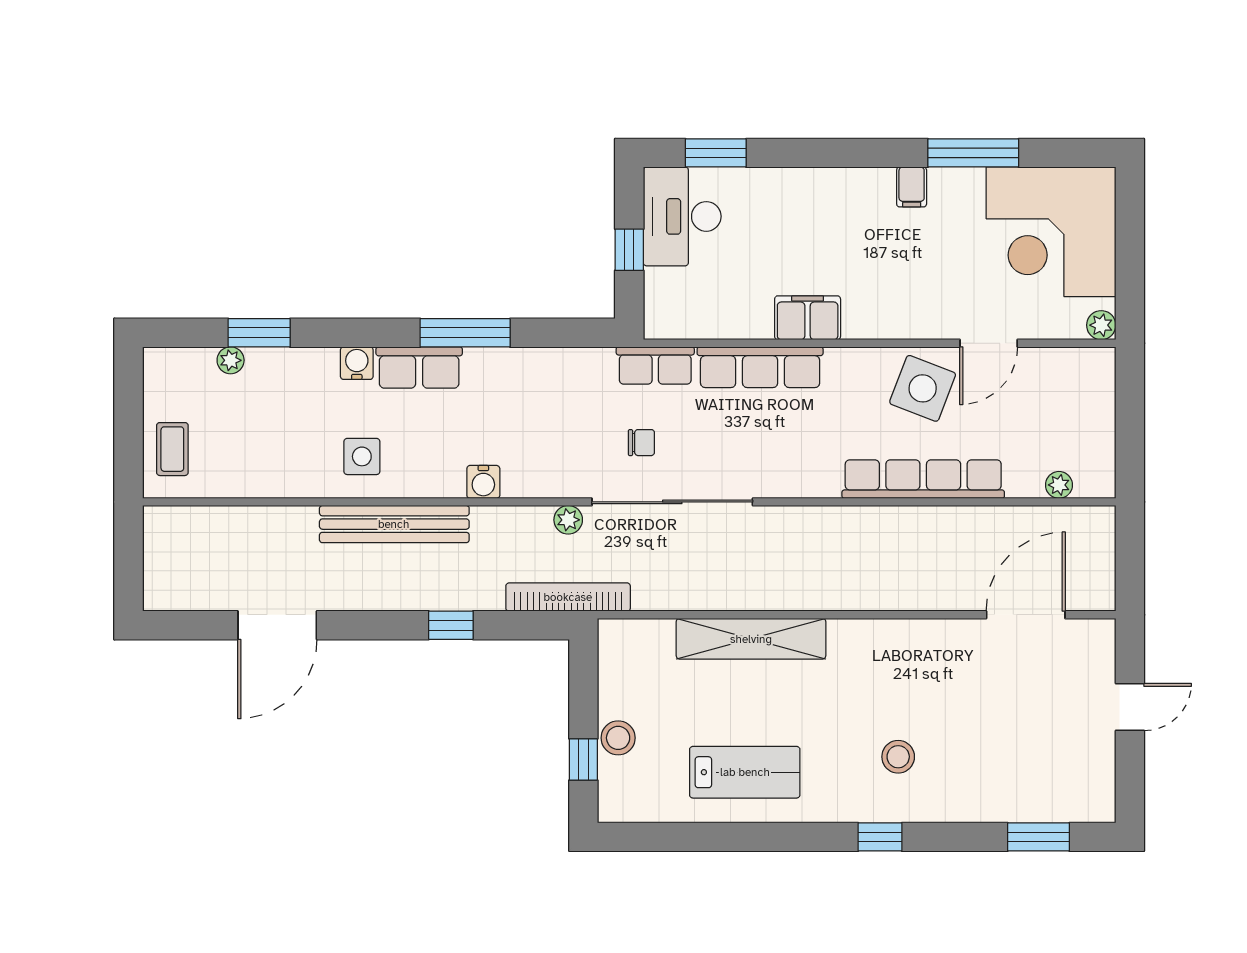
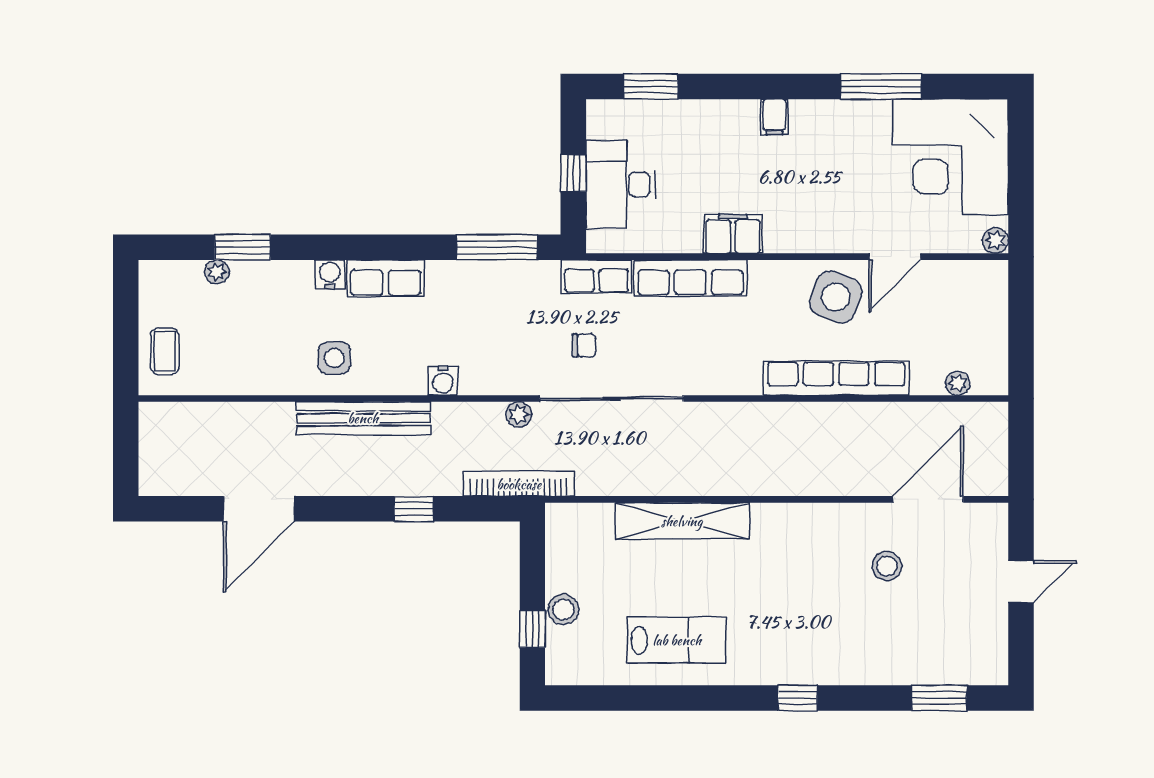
filing cabinet: (912, 187) -> (774, 117), moved
desk: (682, 216) -> (621, 184), moved
window: (465, 333) -> (497, 247), moved
stool: (898, 757) -> (887, 566), moved

